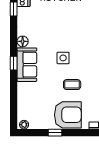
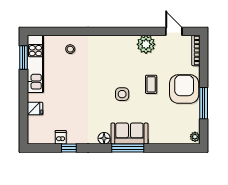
window: (14, 63) -> (128, 148), width x2.17
window: (55, 133) -> (204, 103), width x2.17

